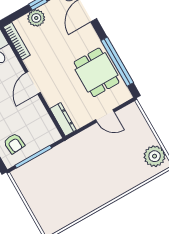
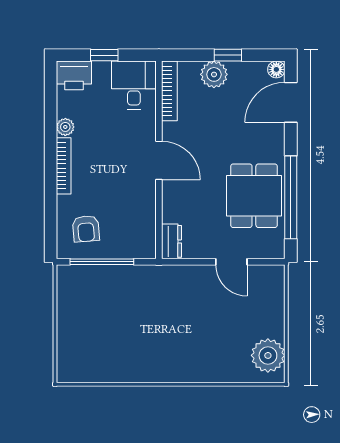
door: (33, 83) -> (159, 160), swing flipped
dresser: (63, 119) -> (172, 241), width x0.70

